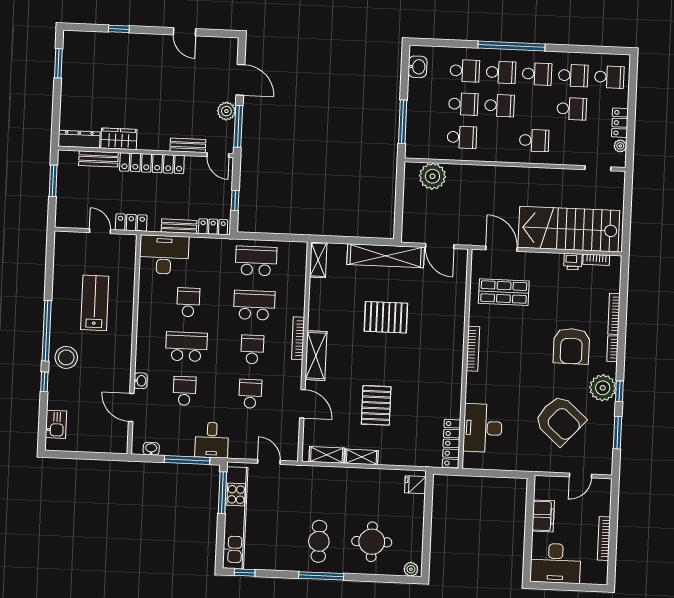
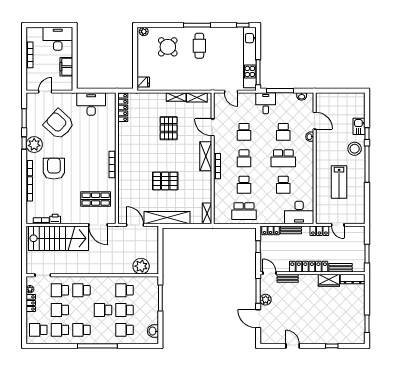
school desk: (501, 72) -> (60, 290), moved
school desk: (254, 305) -> (244, 185), width x0.54
kitchen sink: (56, 424) -> (359, 126), moved
desk: (483, 428) -> (91, 104), moved, turned -90
round table: (372, 542) -> (168, 47), turned 45

